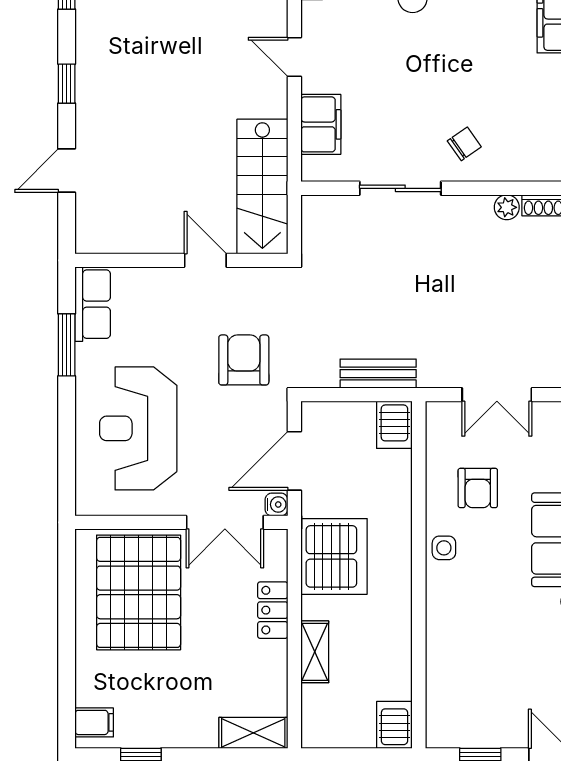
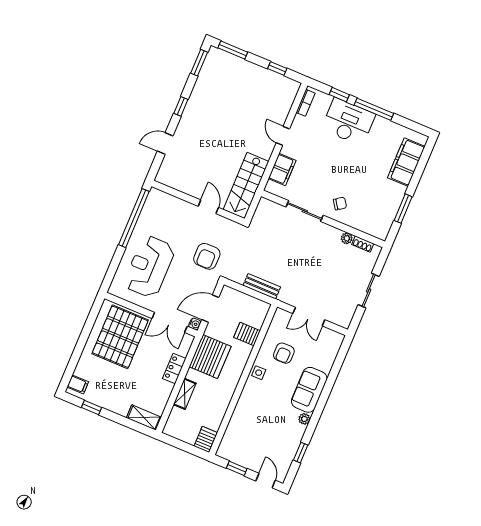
row of seats: (93, 304) -> (152, 205), removed
window: (67, 345) -> (134, 218), width x2.11
armchair: (244, 360) -> (207, 256), turned 180
server rack: (394, 425) -> (247, 334), moved, turned 90

